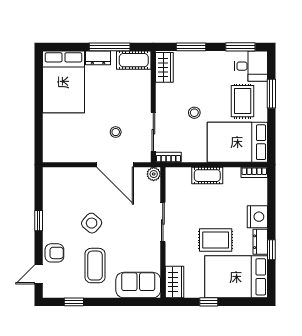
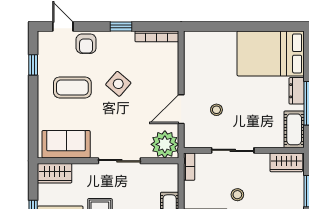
sliding door: (153, 132) -> (233, 150), moved
door: (115, 165) -> (181, 109), width x0.73
plant: (154, 174) -> (165, 144), width x1.88, depth x1.88
bookcase: (48, 187) -> (157, 36), added
sofa: (138, 285) -> (66, 144), moved, turned -90

